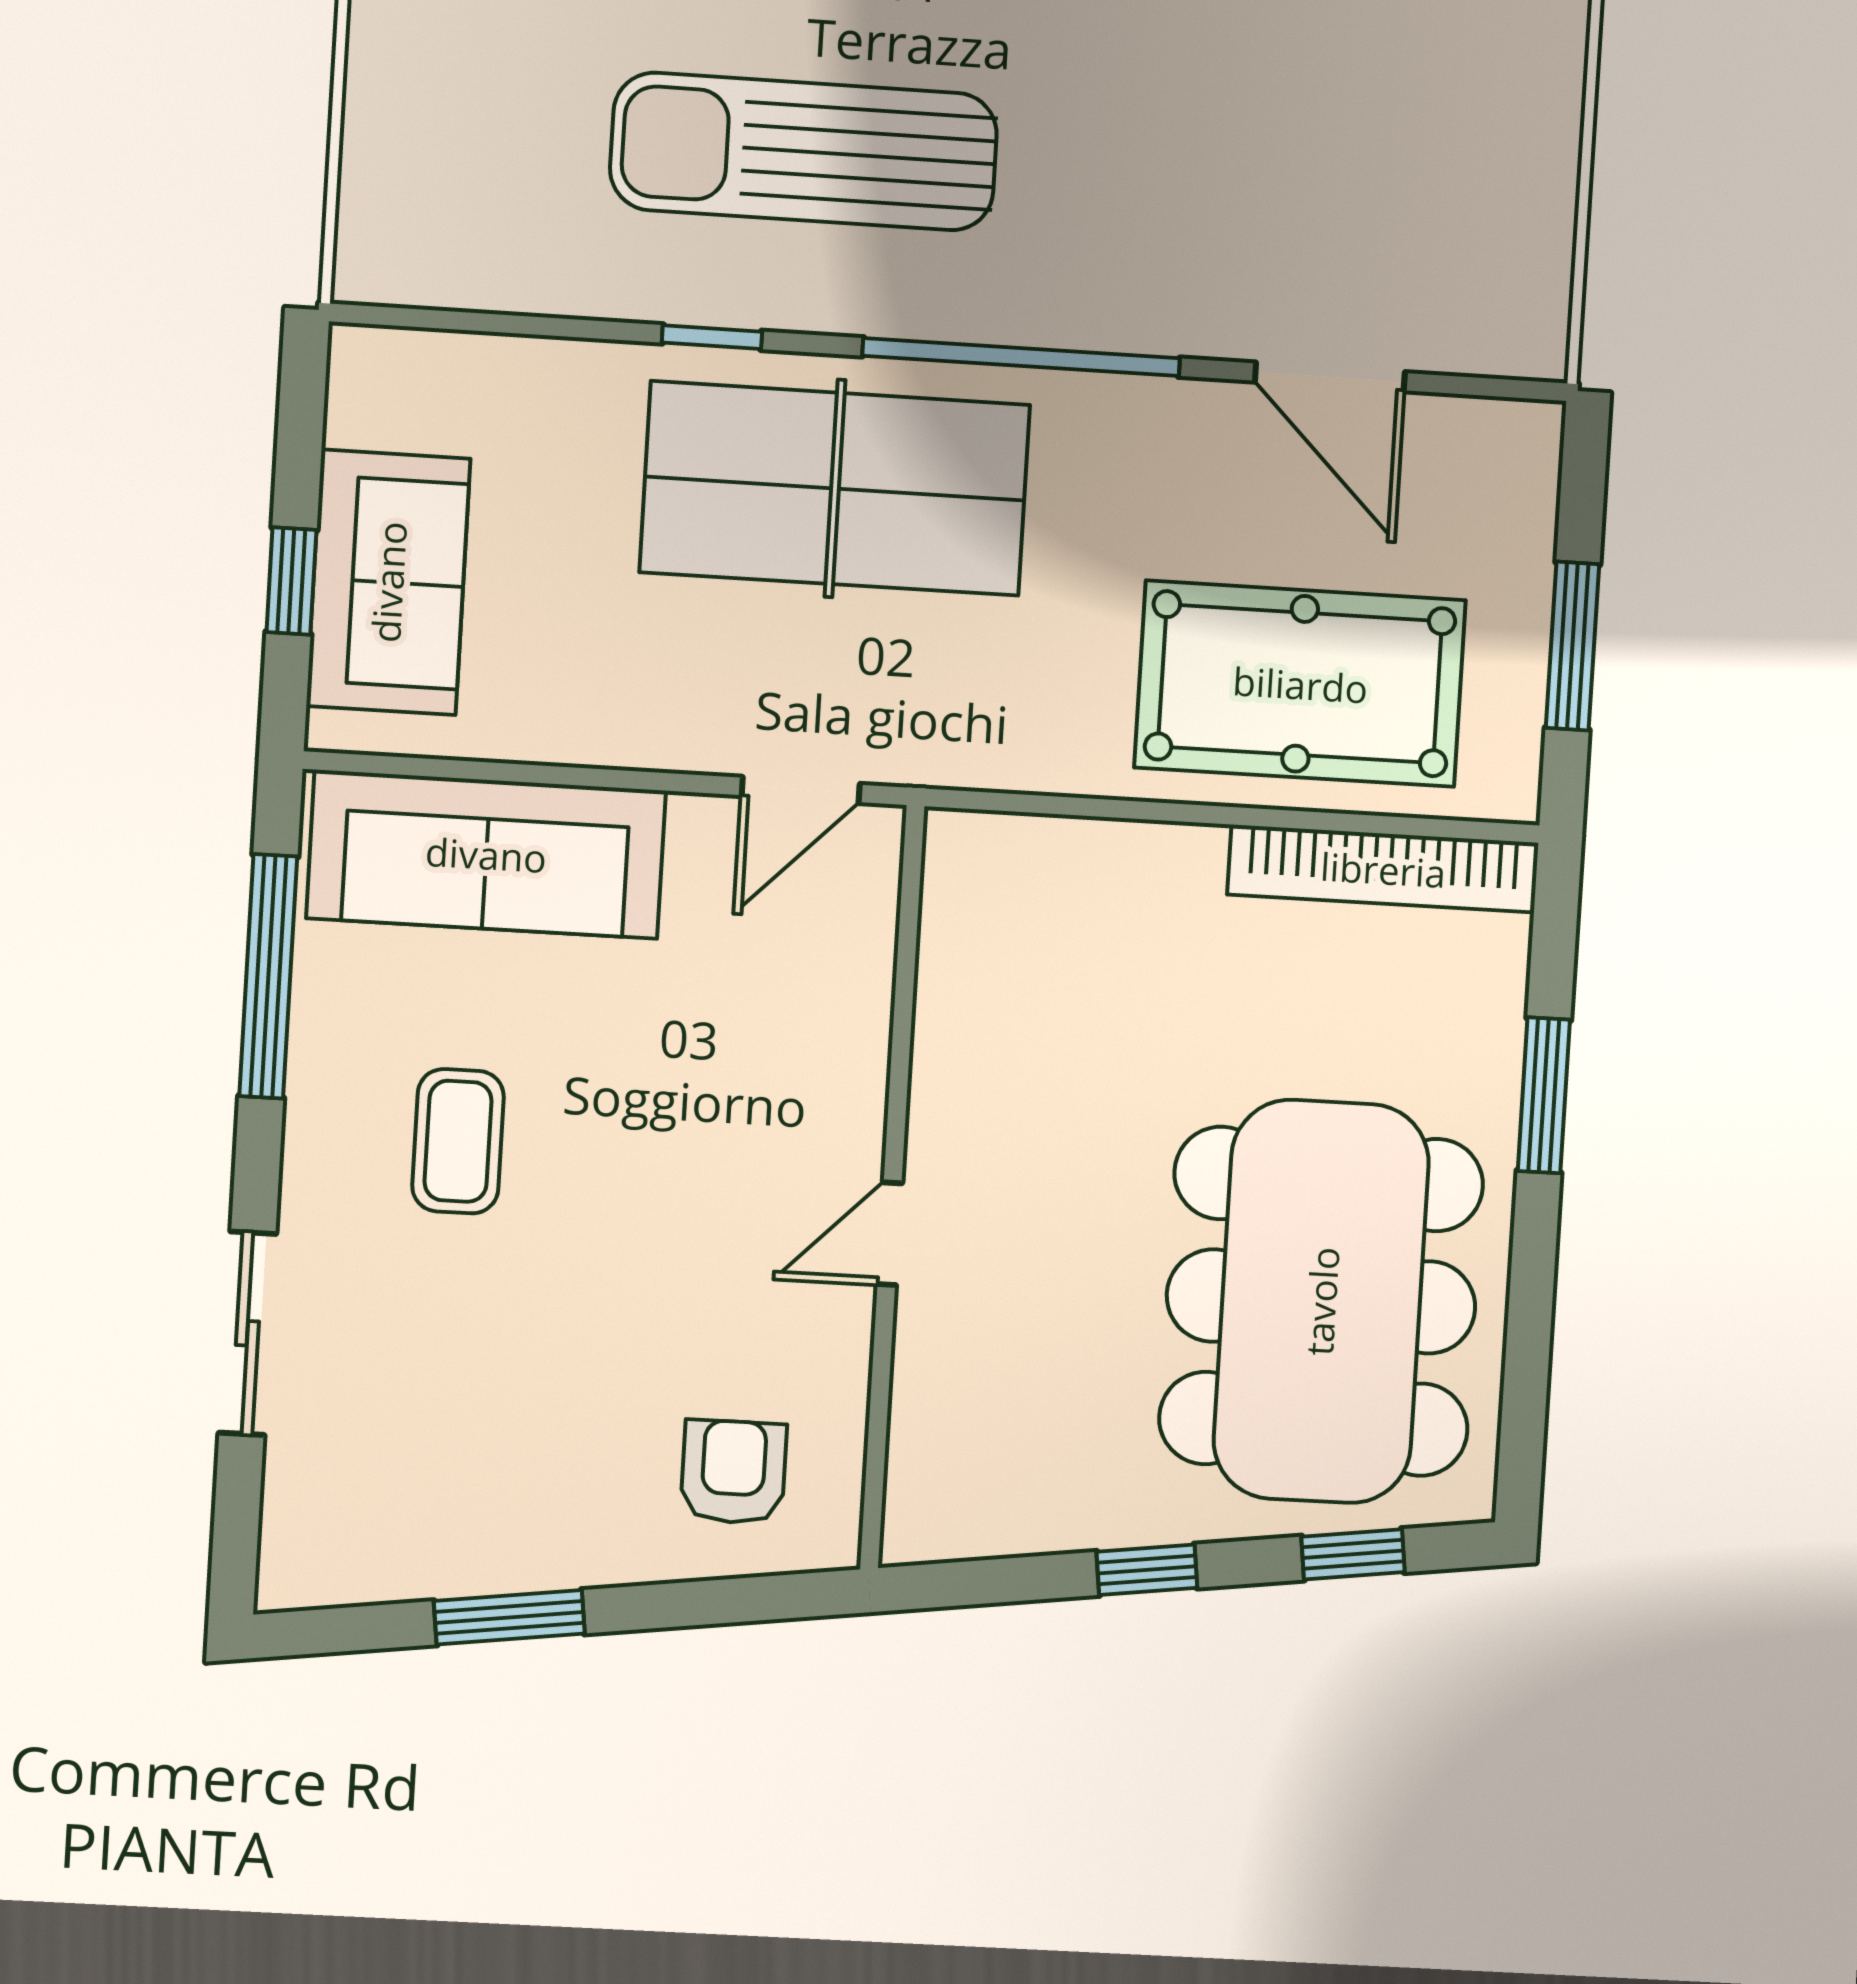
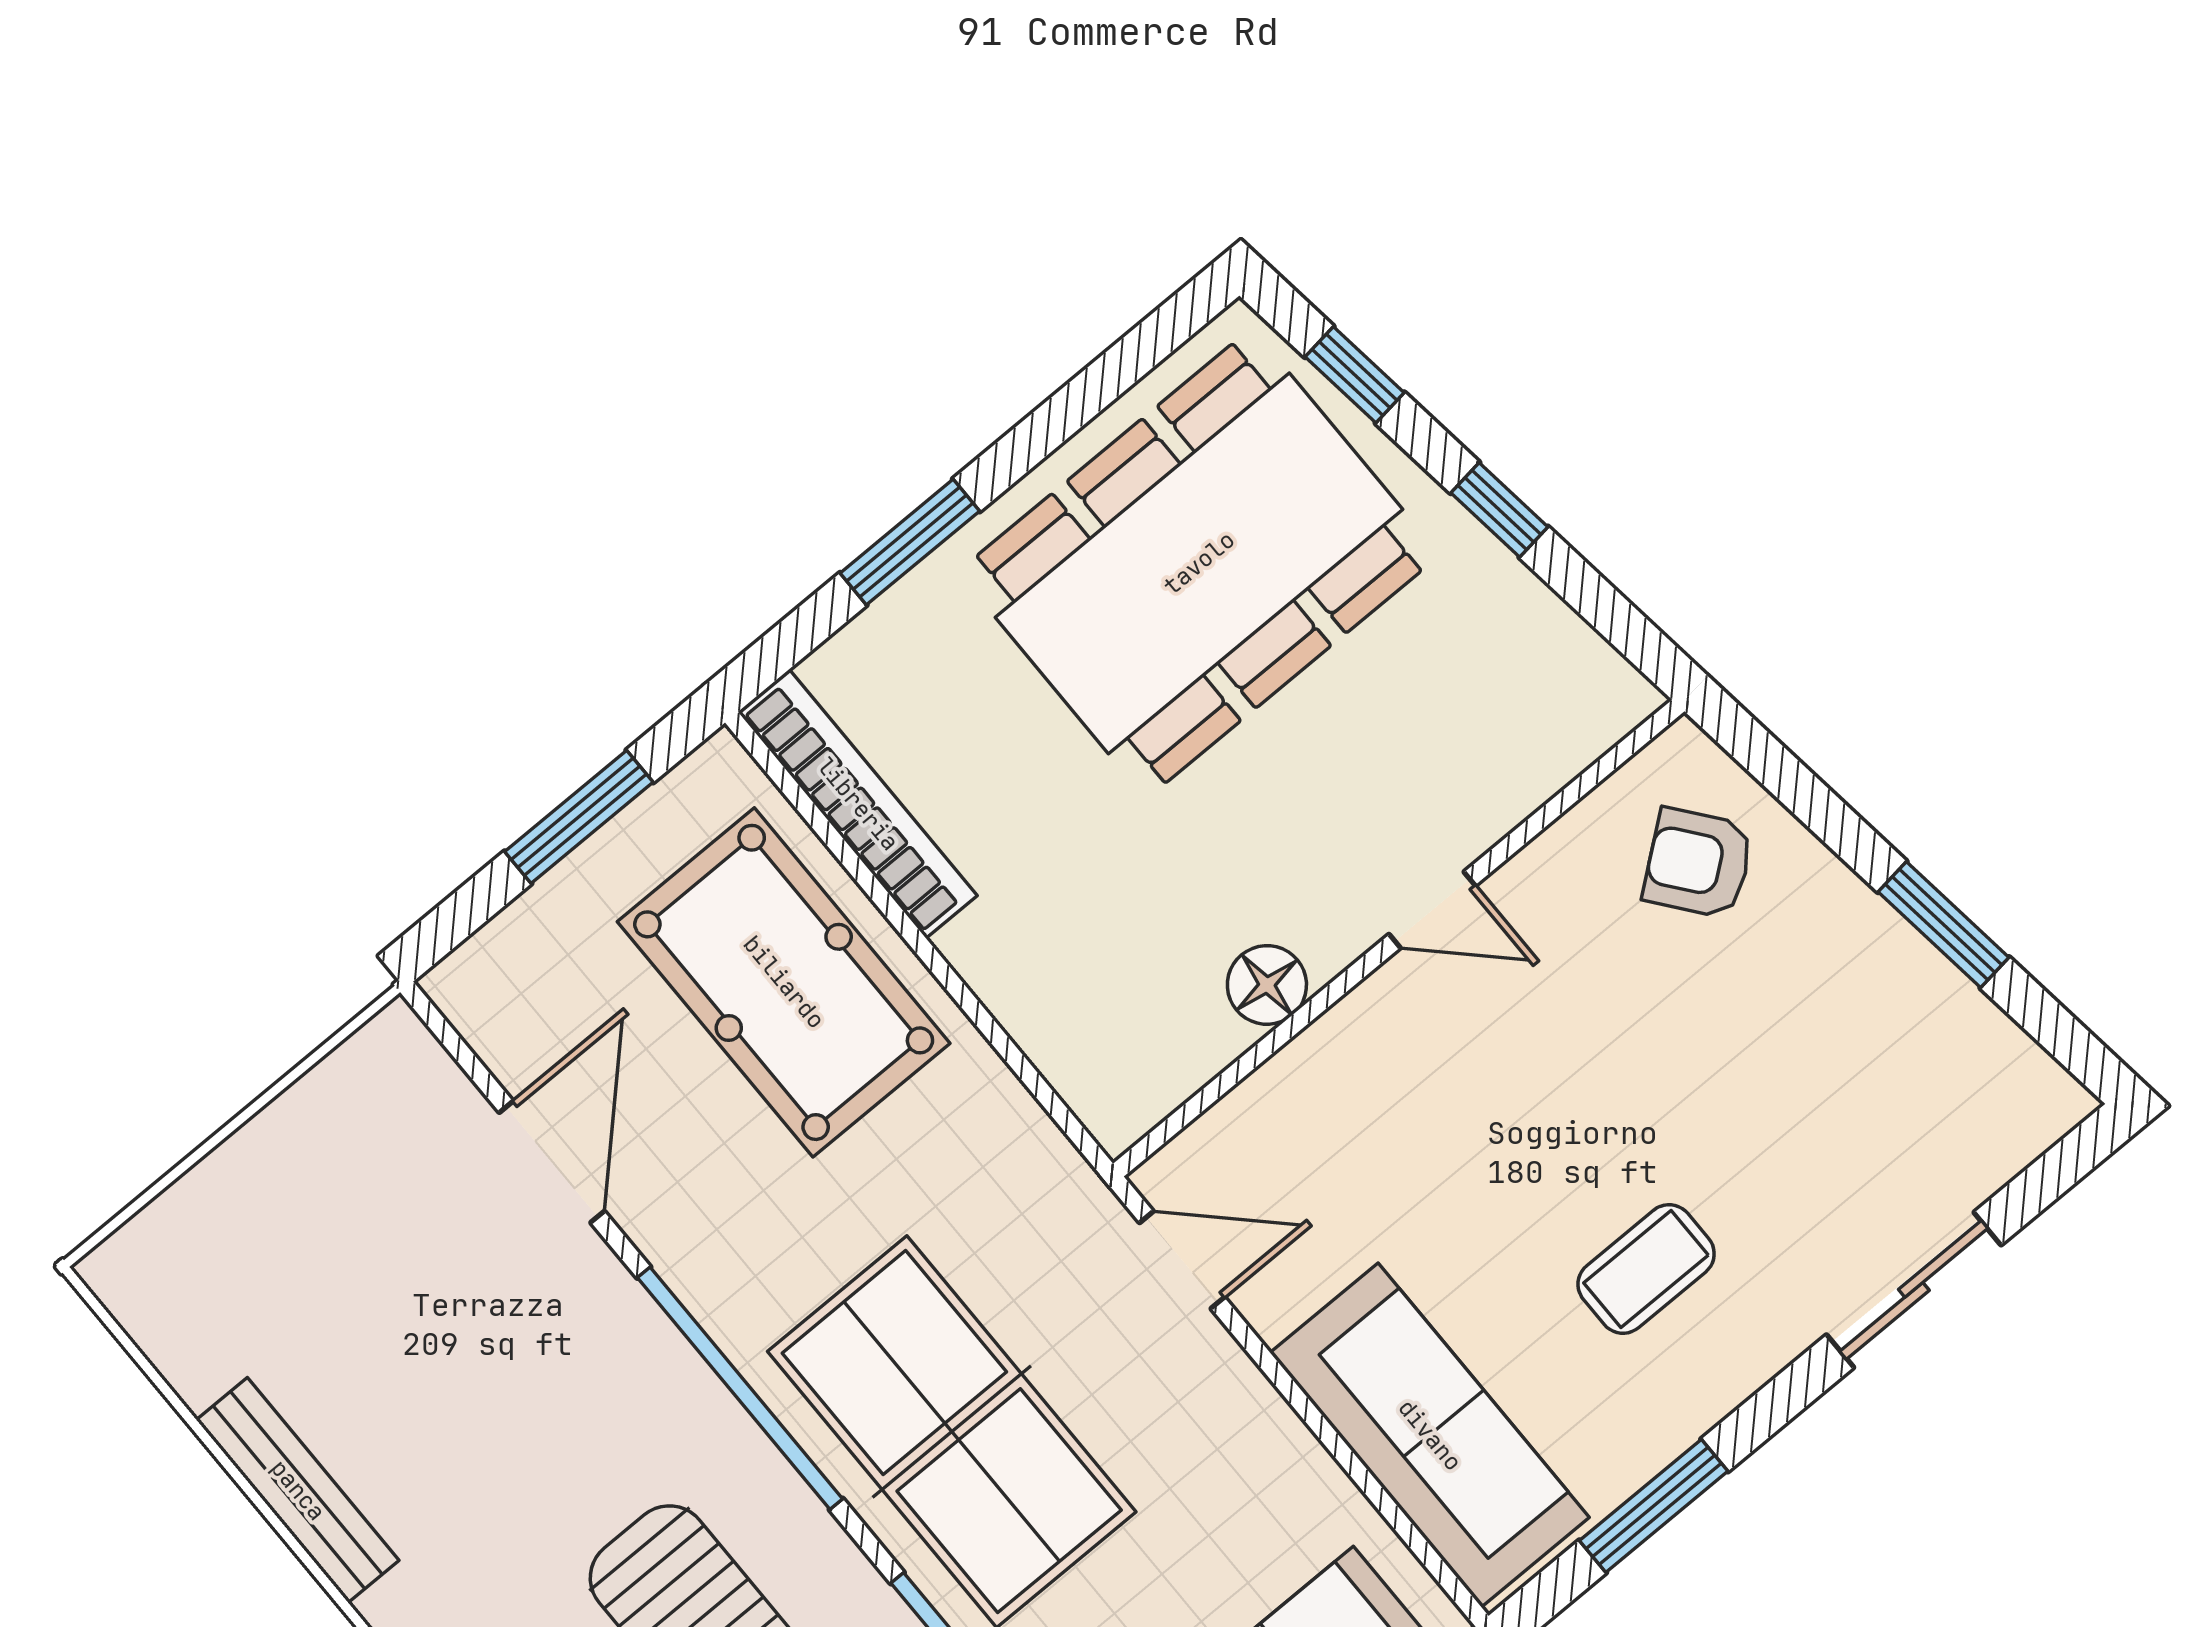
window: (268, 976) -> (1654, 1506), width x0.69
floor lamp: (951, 1053) -> (1267, 985), added
armchair: (733, 1472) -> (1698, 863), turned 52

